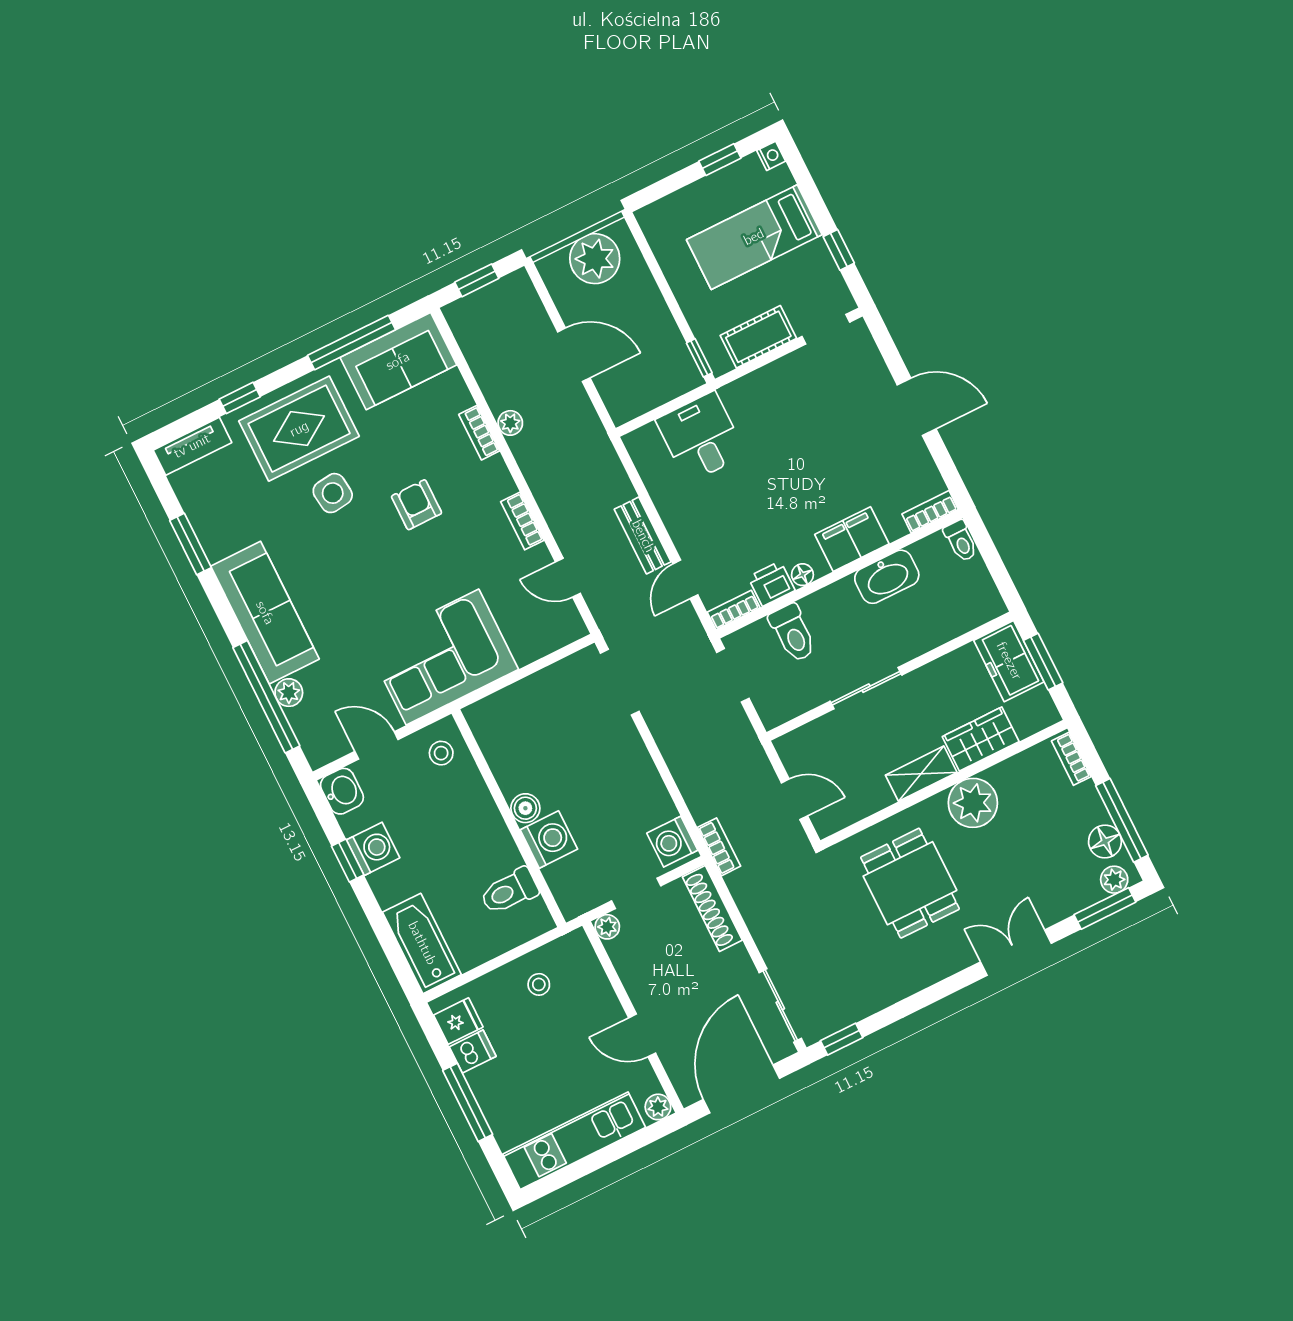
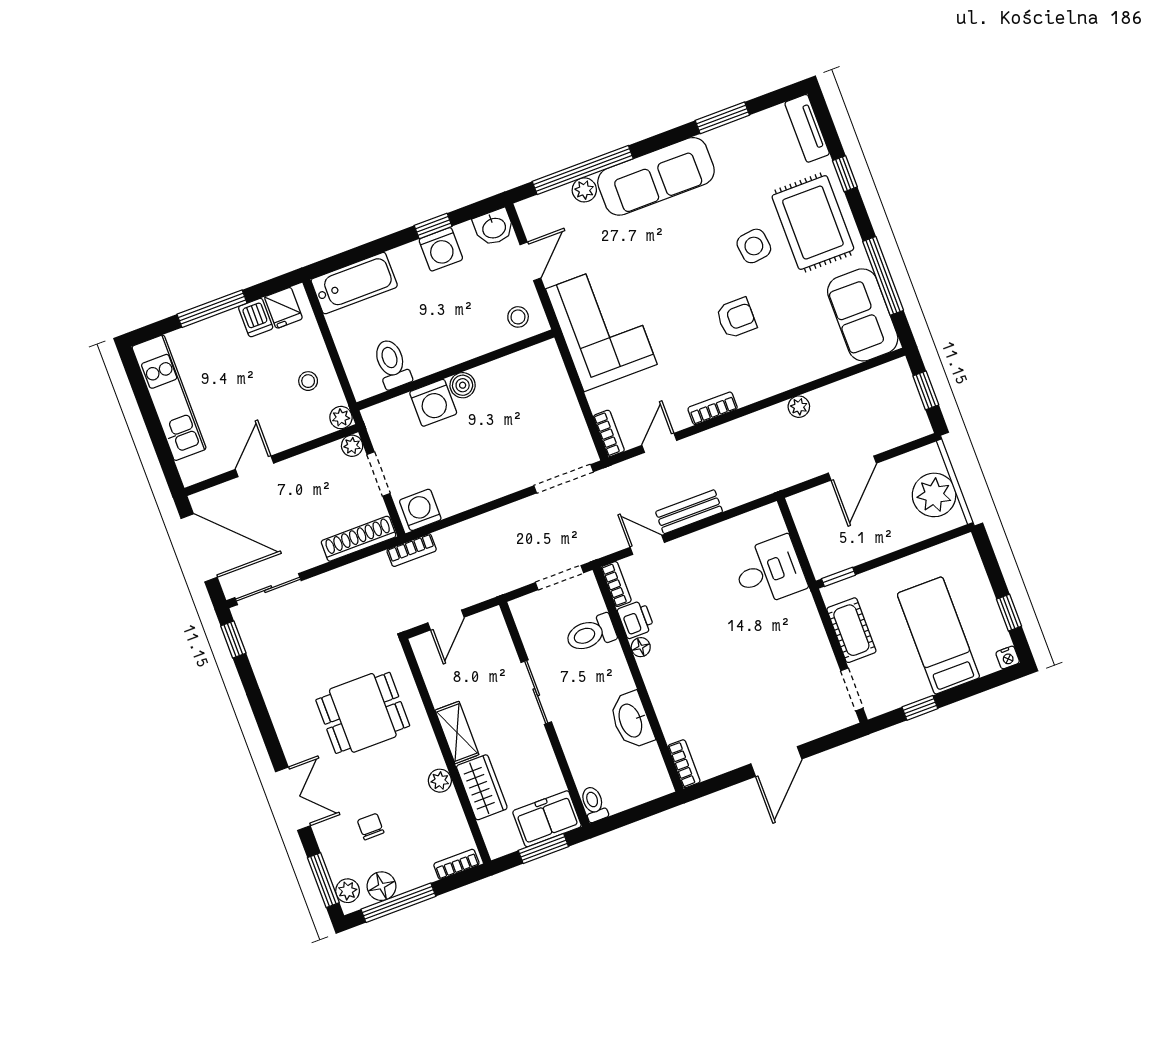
bookcase: (479, 433) -> (609, 433), moved, turned 90
filing cabinet: (852, 539) -> (667, 693), removed
toilet: (961, 541) -> (594, 804), moved, turned 90
plant: (973, 803) -> (440, 781), width x0.53, depth x0.53
chair: (1038, 861) -> (371, 827), added
plant: (658, 1107) -> (341, 418), moved

